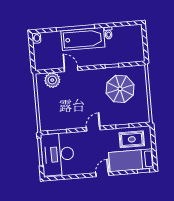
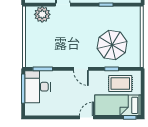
parasol: (120, 89) -> (112, 45), moved
door: (93, 129) -> (81, 69), swing flipped
desk: (58, 154) -> (37, 87), width x0.73, depth x0.77

